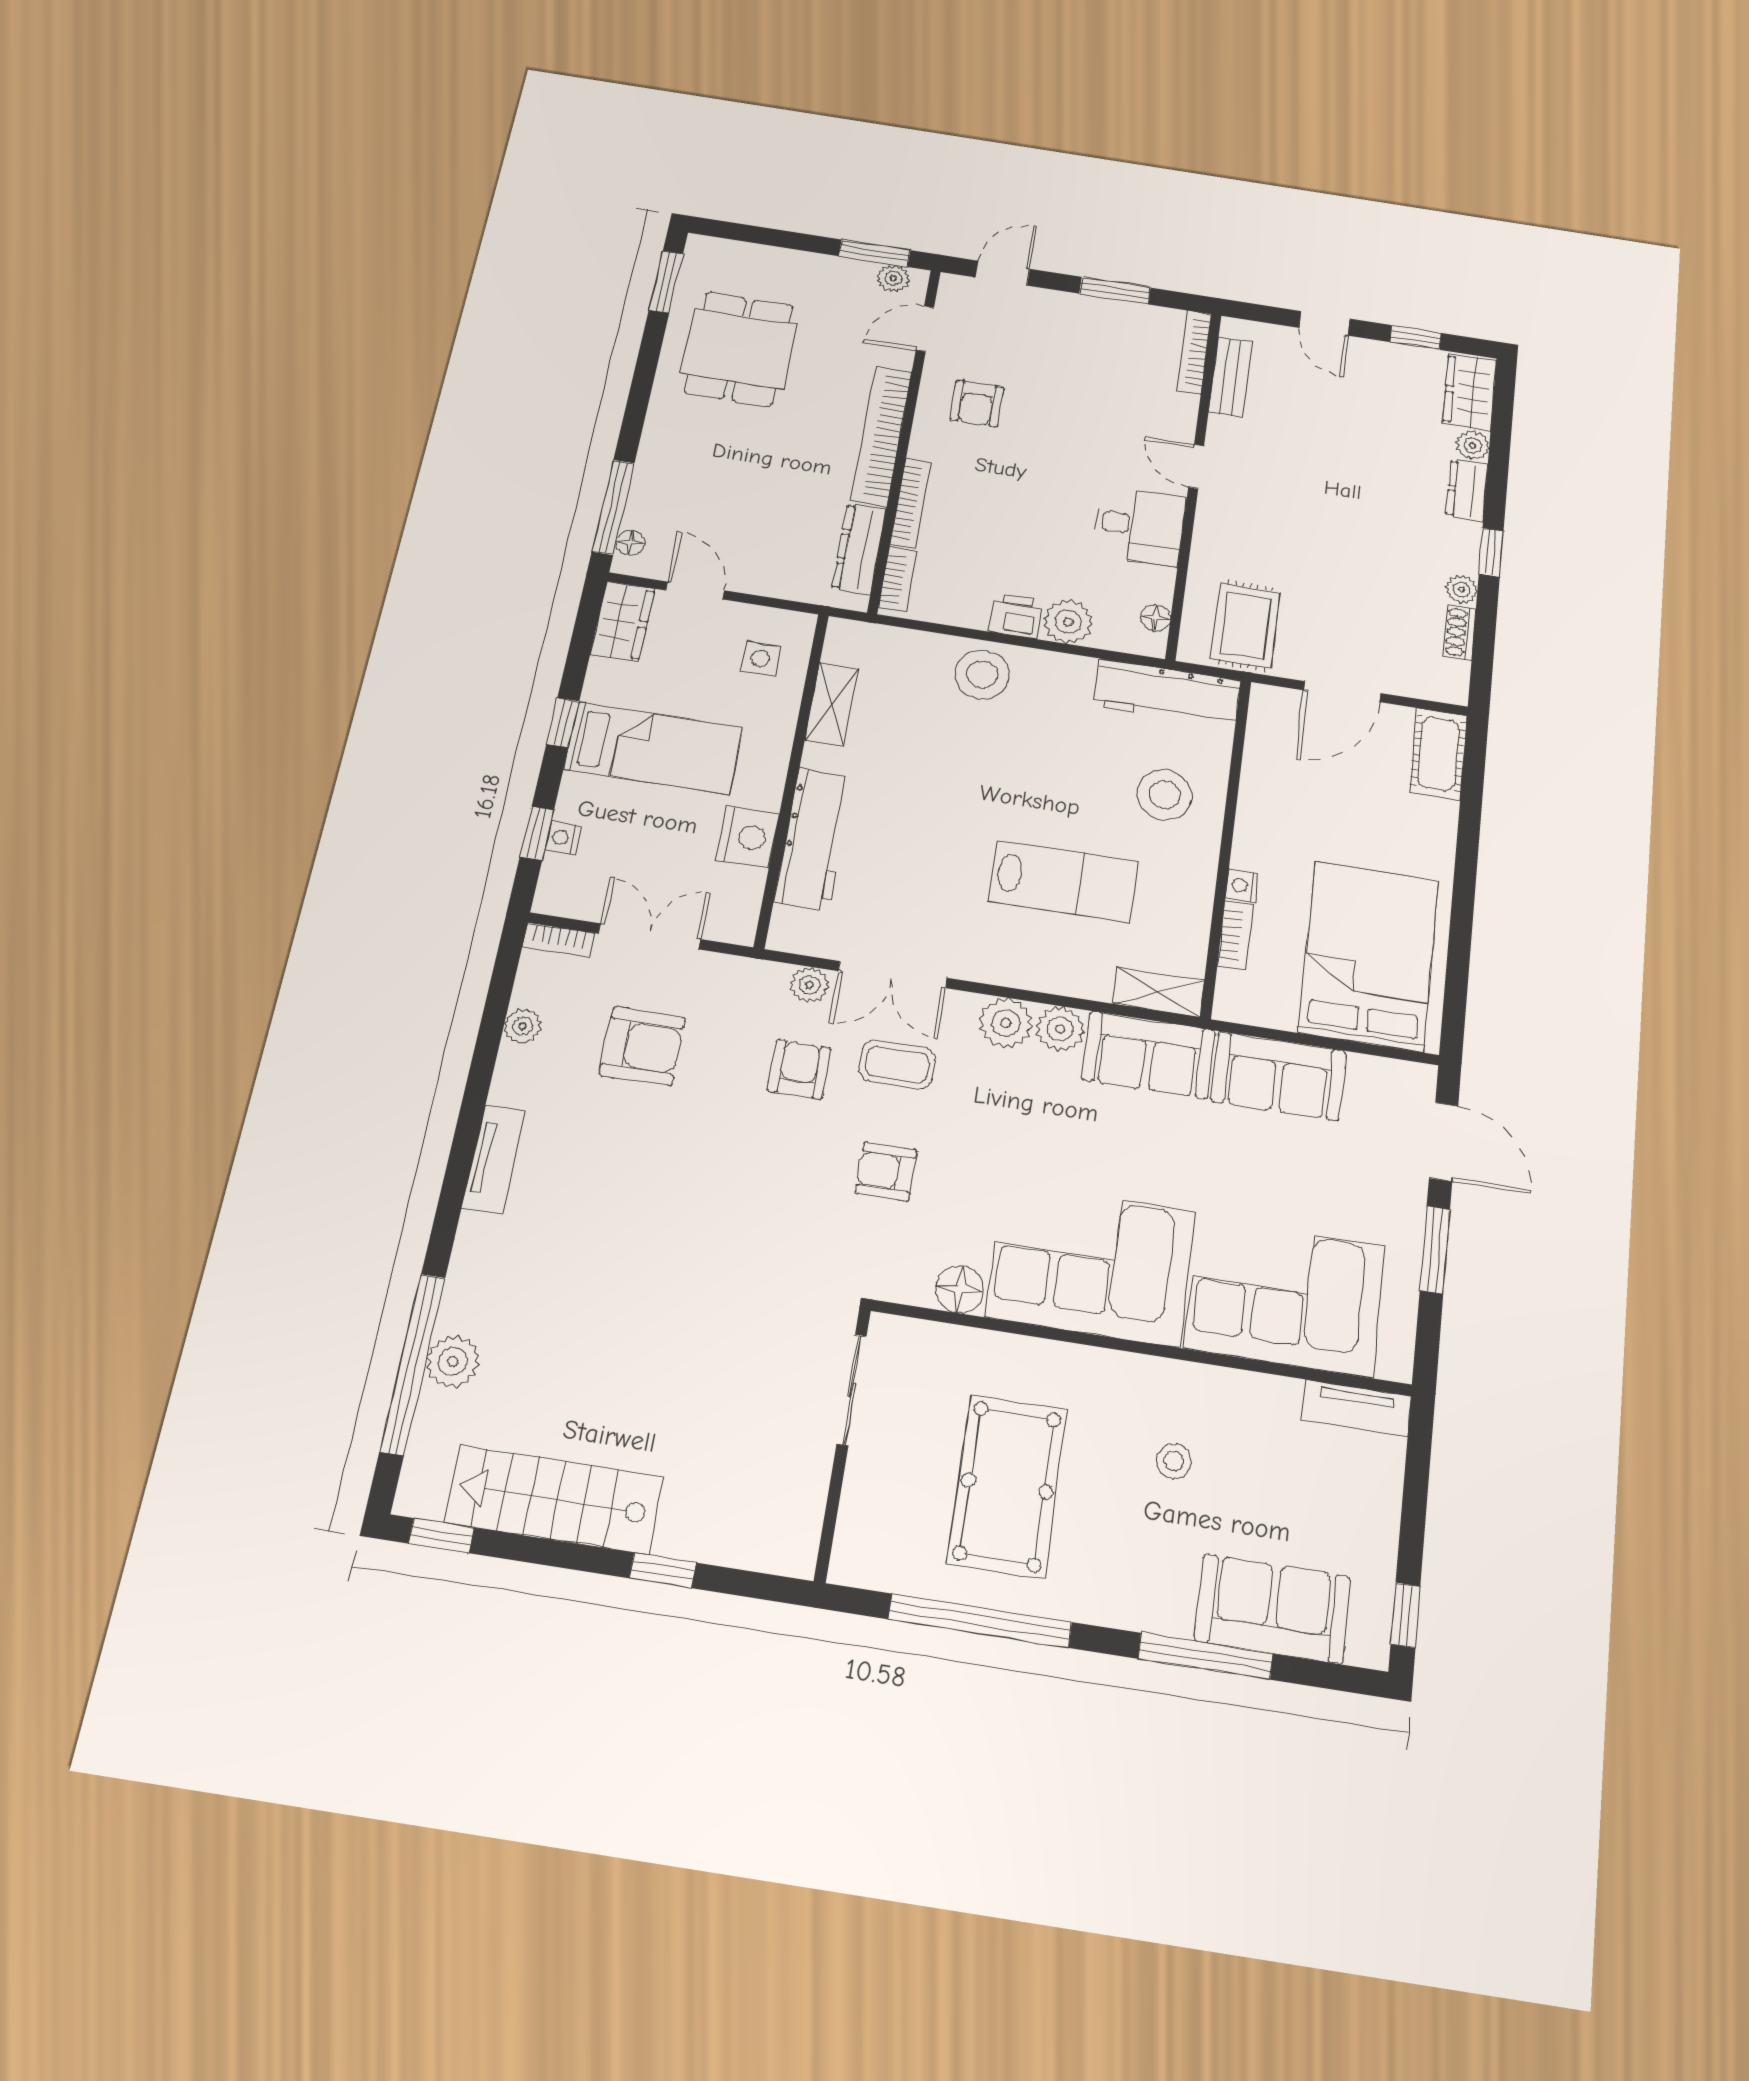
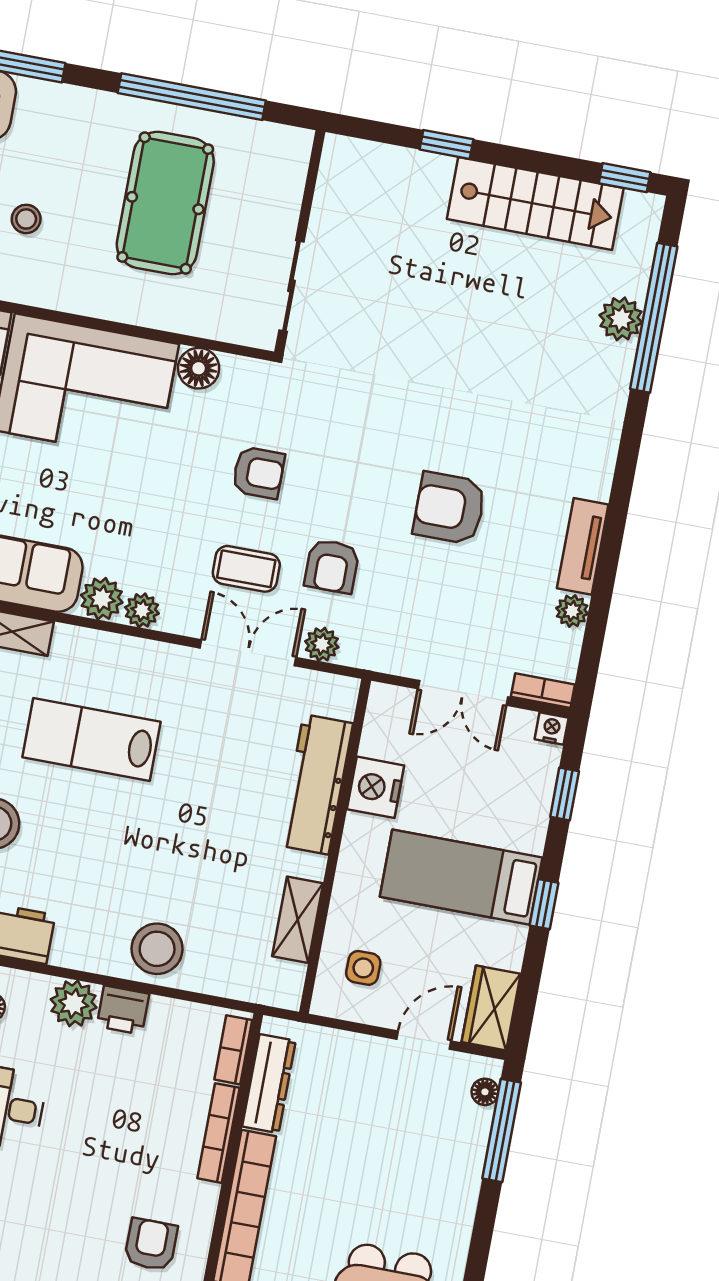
door: (695, 590) -> (424, 1040), swing flipped
nightstand: (563, 838) -> (552, 729), moved, turned -90
plant: (1006, 1023) -> (142, 610), width x0.73, depth x0.73
armchair: (642, 1046) -> (449, 508), moved
tv unit: (494, 1159) -> (583, 546), moved

